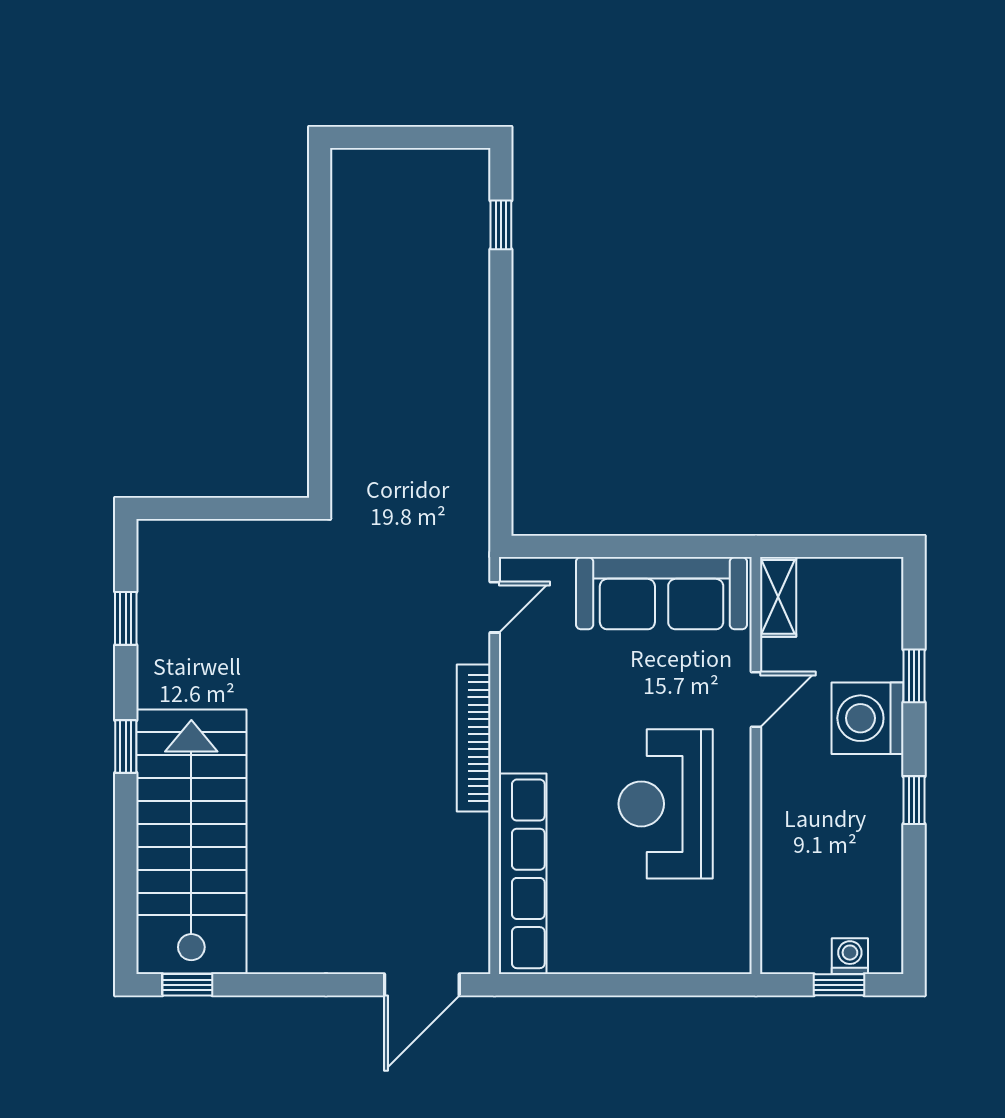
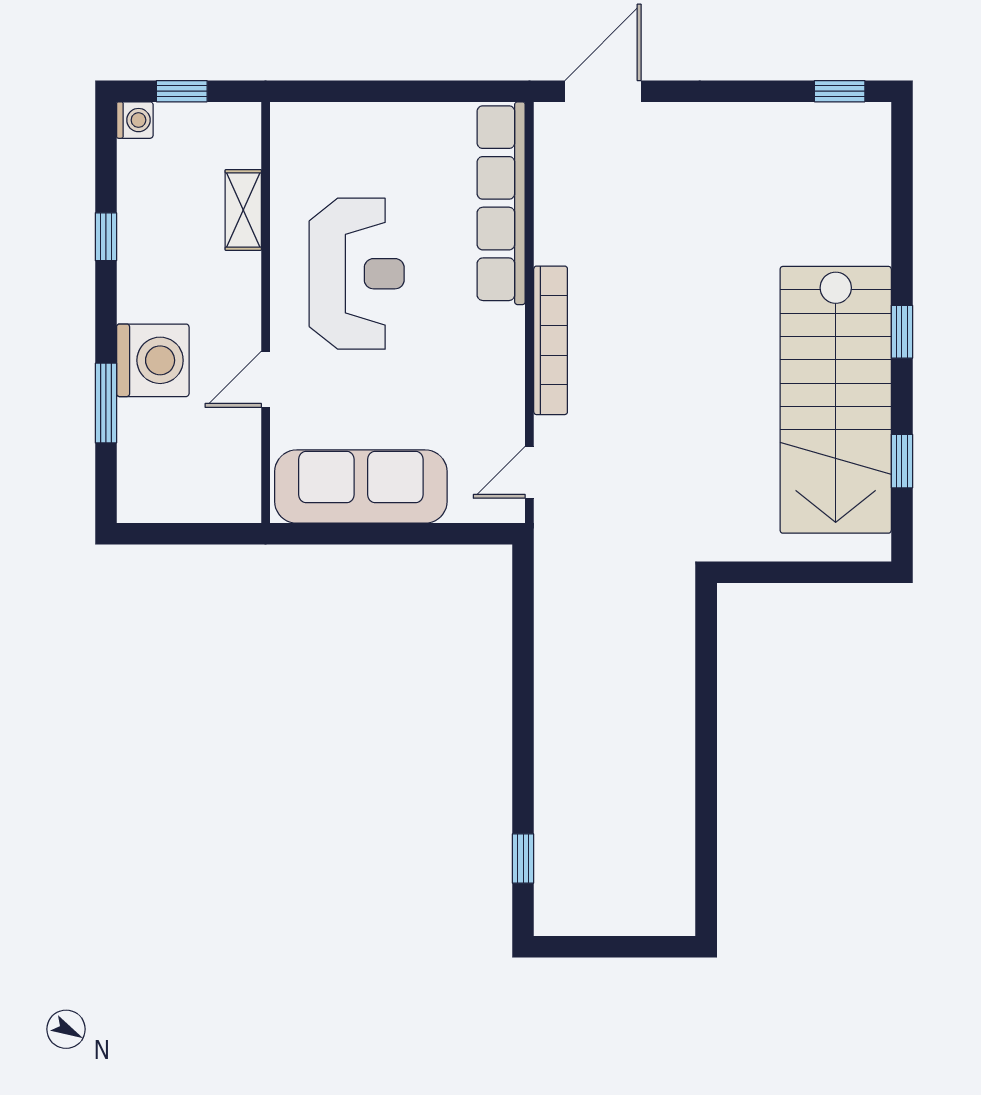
shelving: (778, 597) -> (243, 210), moved
window: (914, 676) -> (106, 403), width x1.50
window: (914, 800) -> (106, 237), moved
stairs: (191, 841) -> (836, 400), moved
washing machine: (850, 956) -> (135, 120), moved, turned -90

